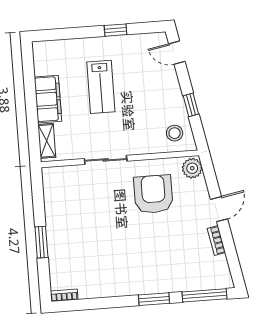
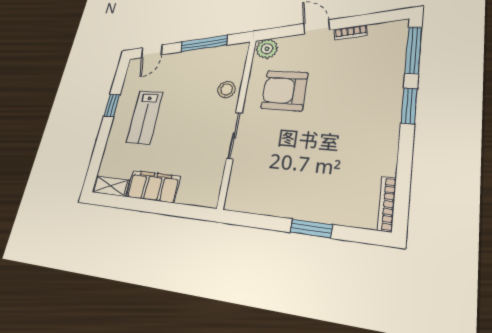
lab bench: (101, 87) -> (145, 117), moved, turned 90
window: (191, 105) -> (204, 44), width x2.17
stool: (175, 133) -> (227, 89), moved
shelving: (47, 141) -> (111, 186), moved
bookcase: (64, 295) -> (387, 204), width x1.56

